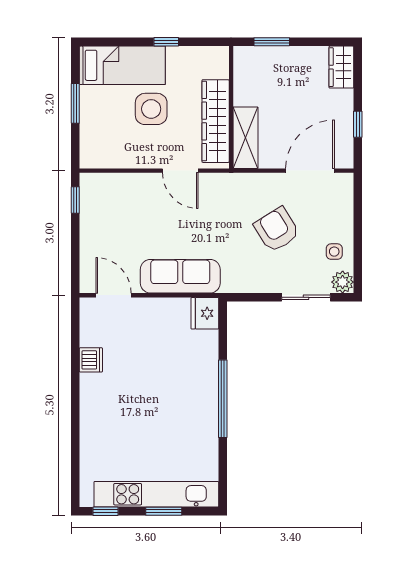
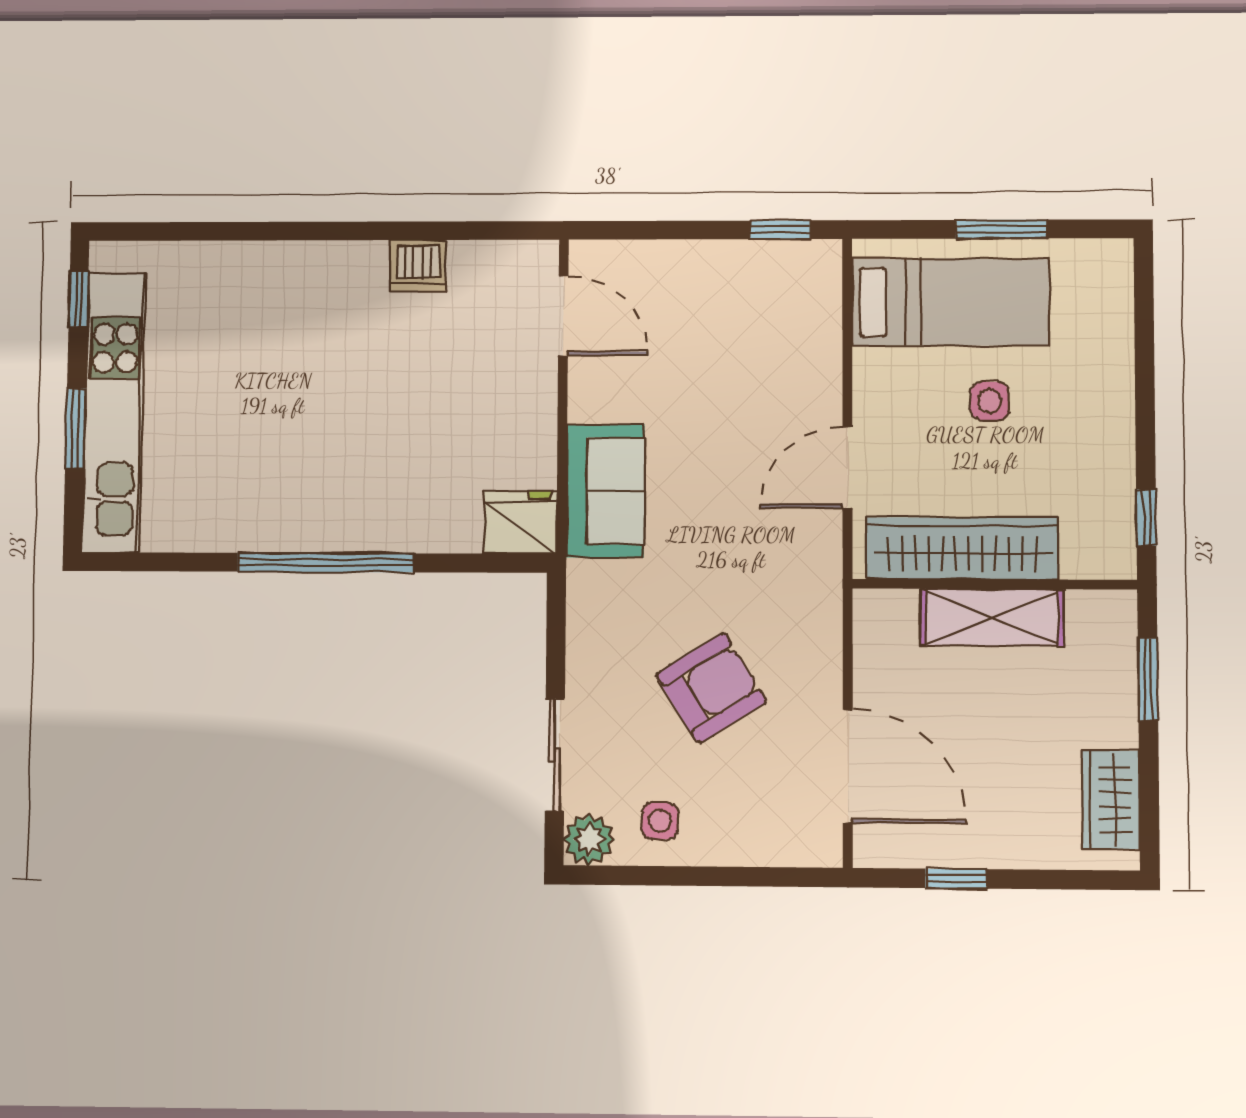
window: (166, 42) -> (1146, 518), moved
bed: (122, 65) -> (950, 302), moved, turned -90
wardrobe: (341, 67) -> (1111, 800), moved, turned -90
side table: (151, 109) -> (989, 401), width x0.54, depth x0.54
shelving: (246, 138) -> (992, 617), moved
sofa: (180, 276) -> (605, 491), width x0.73
door: (114, 295) -> (563, 316), hinge flipped

